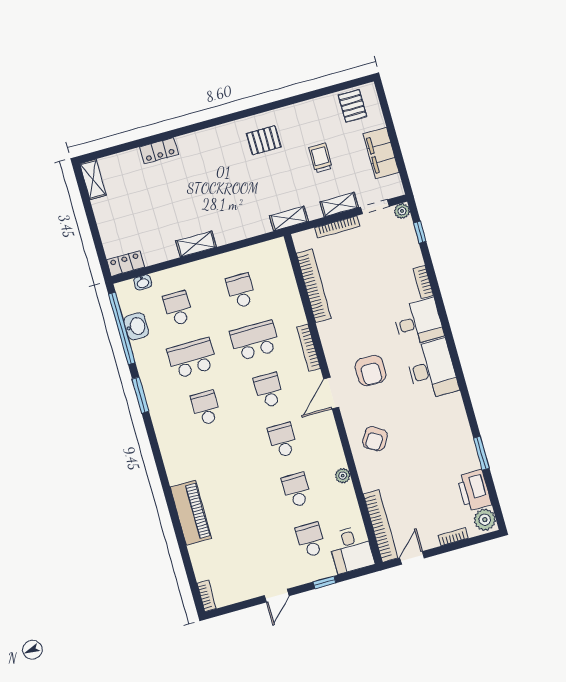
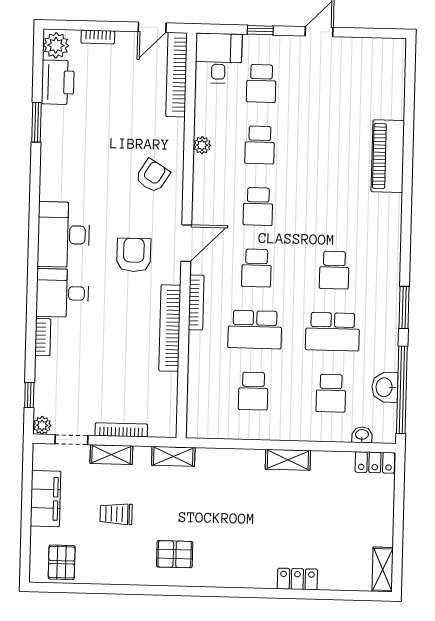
trolley: (321, 158) -> (116, 514), turned 90
bookcase: (314, 286) -> (170, 328), moved
bookcase: (207, 596) -> (399, 56), removed

